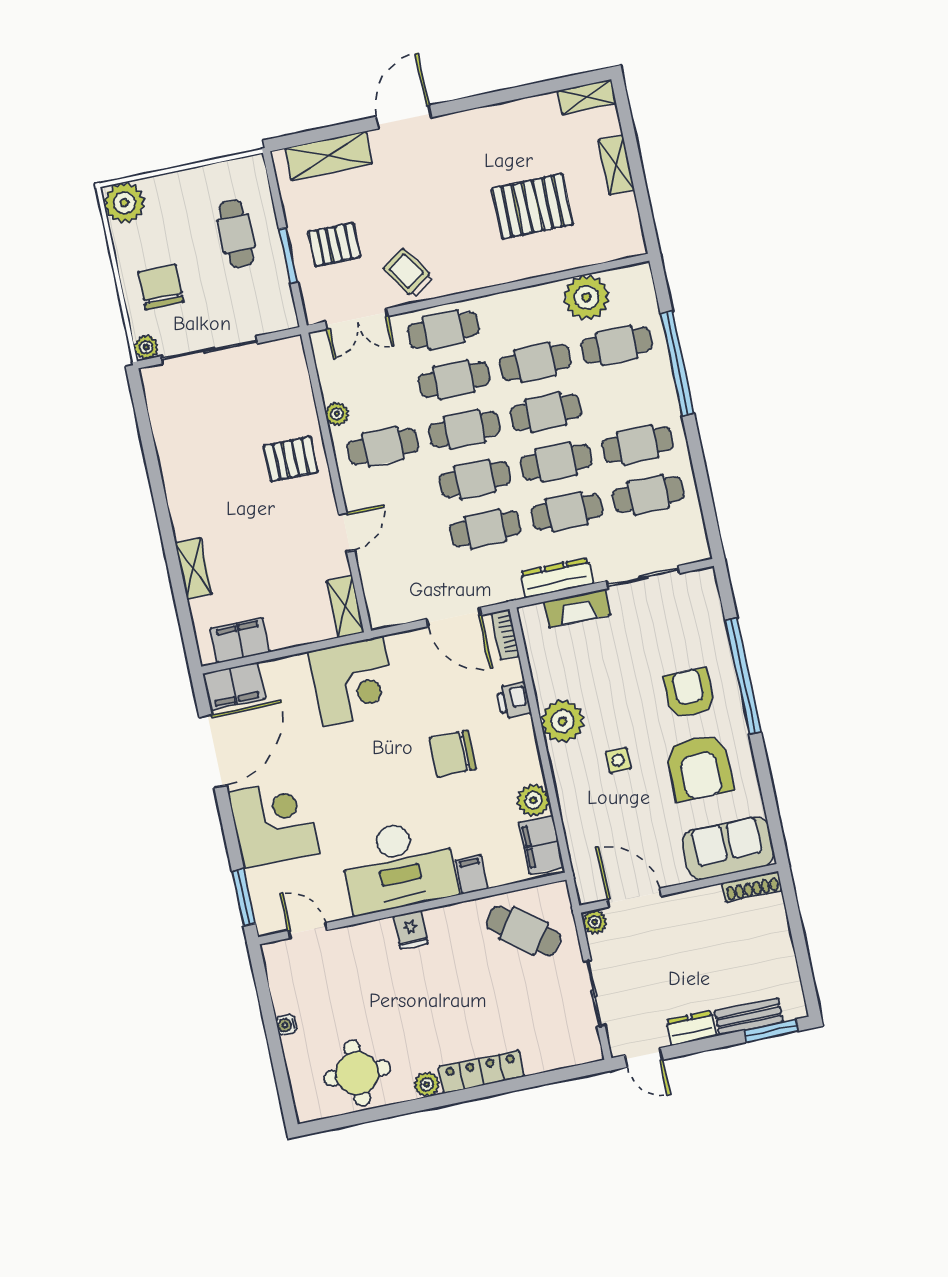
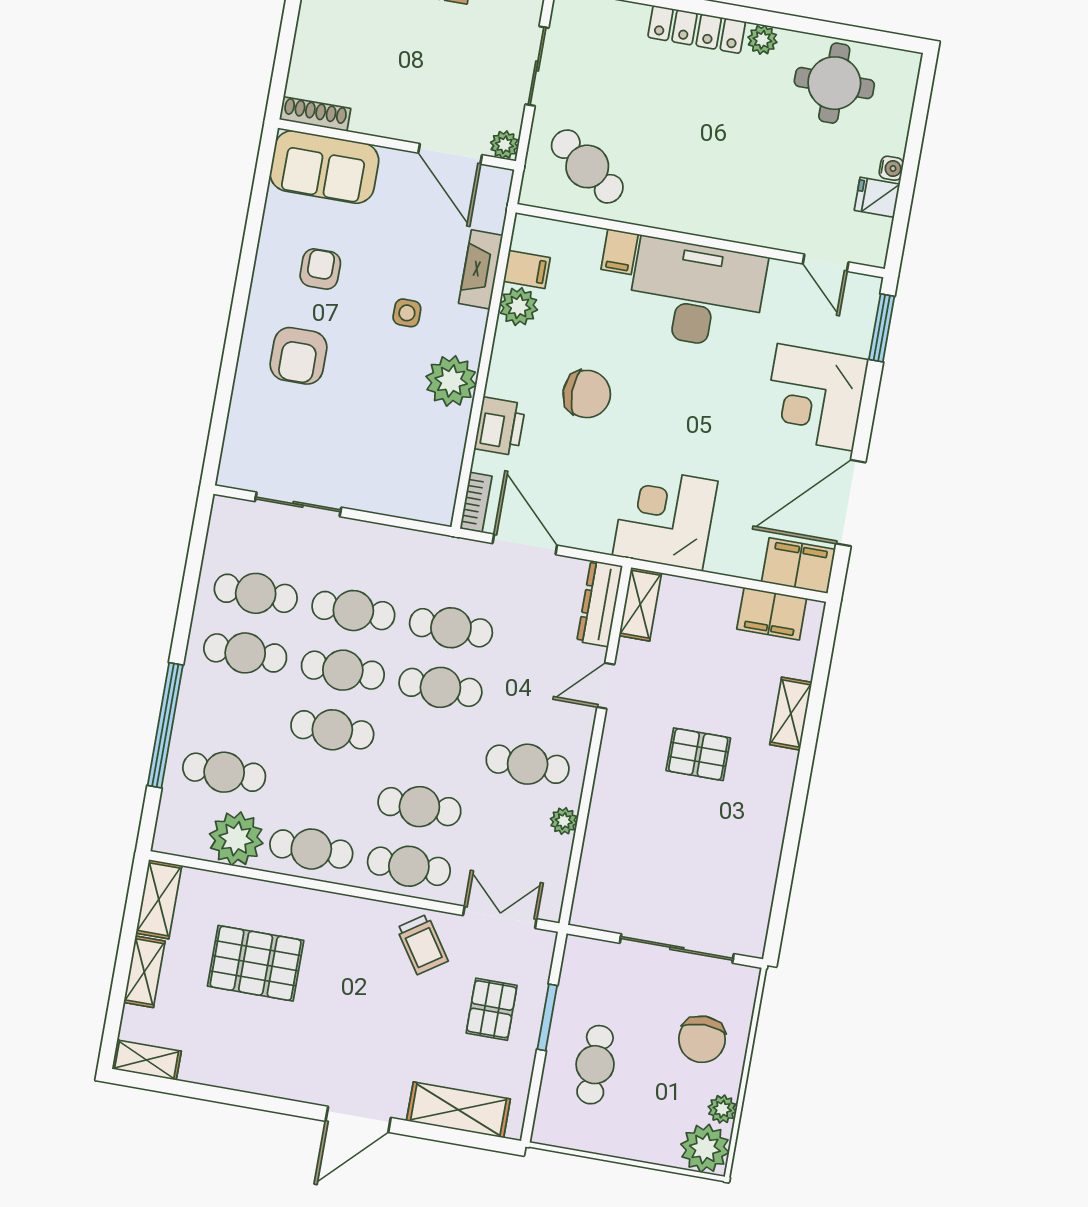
shelving: (628, 226) -> (159, 899), added
pallet: (334, 245) -> (492, 1009), turned 90
plant: (146, 347) -> (722, 1109), moved
cafe table: (535, 363) -> (311, 849), moved
cafe table: (464, 429) -> (430, 747), removed
pallet: (291, 459) -> (698, 754), moved
dresser: (557, 578) -> (600, 604), moved, turned 90
fireplace: (577, 608) -> (481, 269), moved, turned -90
window: (743, 676) -> (231, 351), removed
printer: (514, 700) -> (500, 426), width x1.36, depth x1.24
armchair: (699, 767) -> (320, 269), width x0.53, depth x0.53
filing cabinet: (541, 845) -> (527, 269), width x0.50
fridge: (411, 930) -> (877, 197), moved, turned -90

